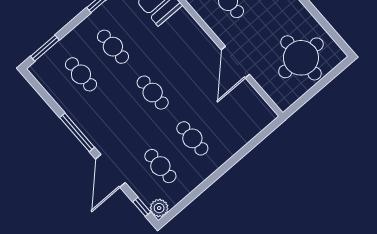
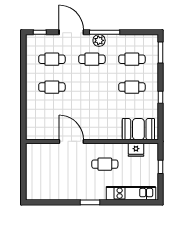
round table: (301, 58) -> (45, 176), removed
cafe table: (153, 93) -> (92, 59), moved
plant: (159, 208) -> (99, 40), moved

